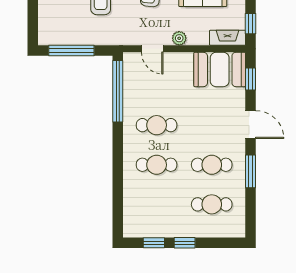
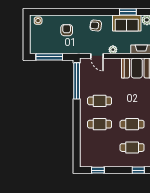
window: (185, 243) -> (138, 170), moved

